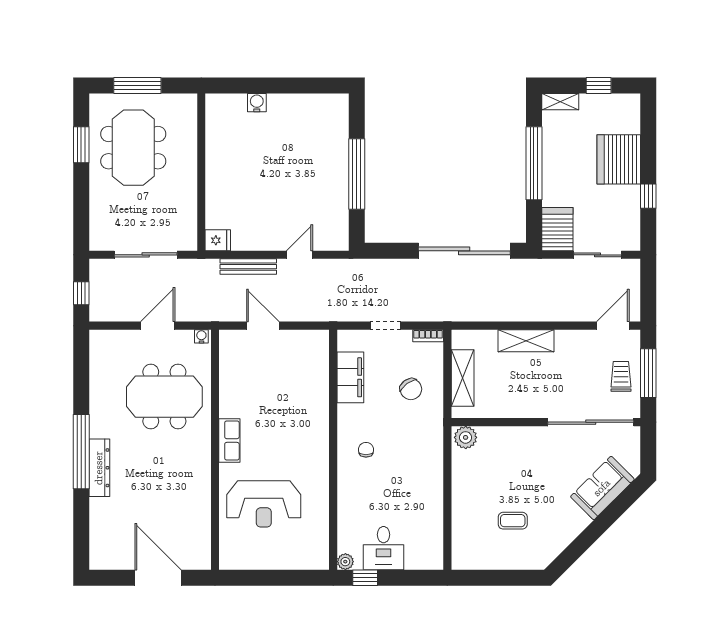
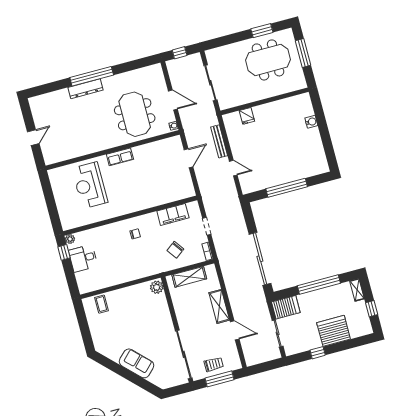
fridge: (218, 240) -> (247, 116), moved
door: (613, 326) -> (235, 330), moved
sofa: (602, 488) -> (137, 363), moved
coffee table: (513, 521) -> (101, 304), moved
door: (158, 578) -> (33, 138), width x0.53

